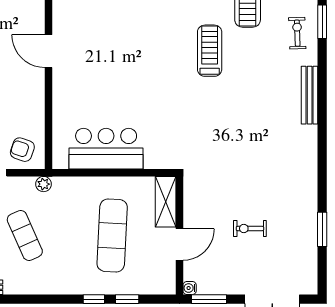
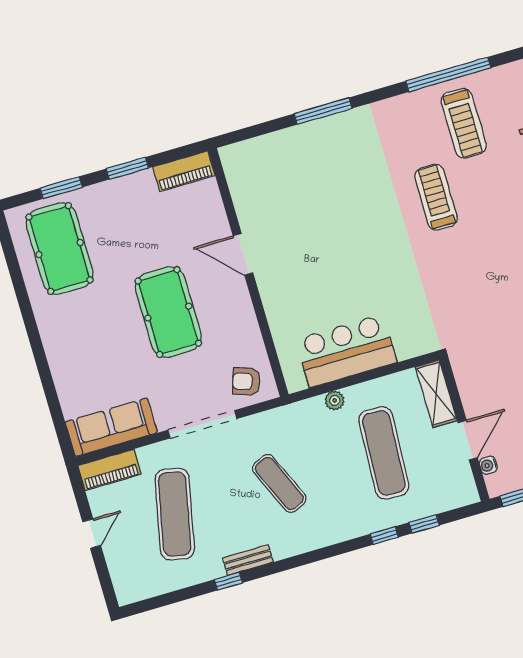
plant: (44, 184) -> (335, 400), moved
water cooler: (190, 288) -> (488, 465), moved

